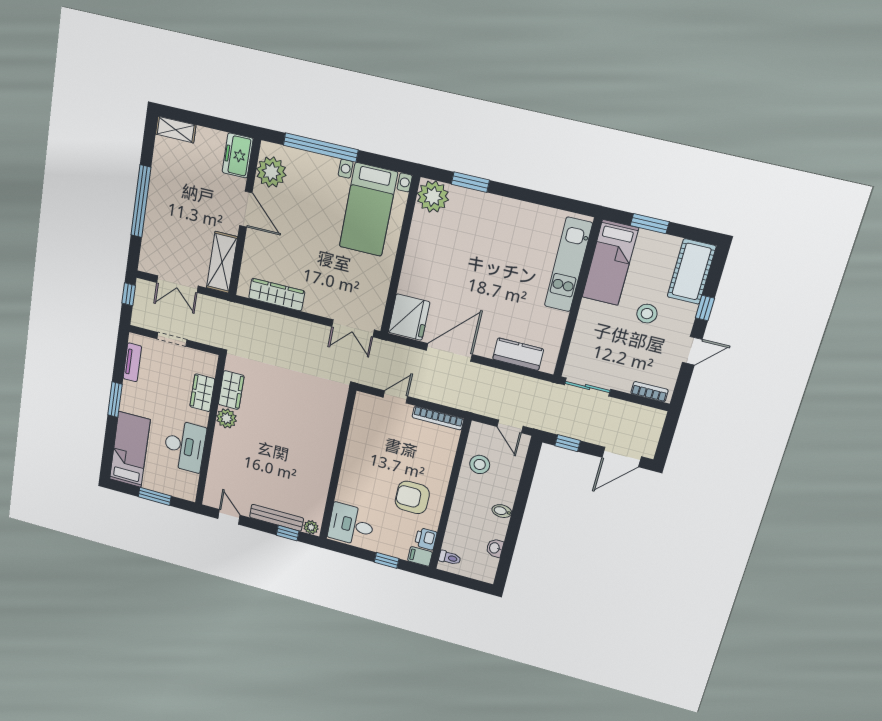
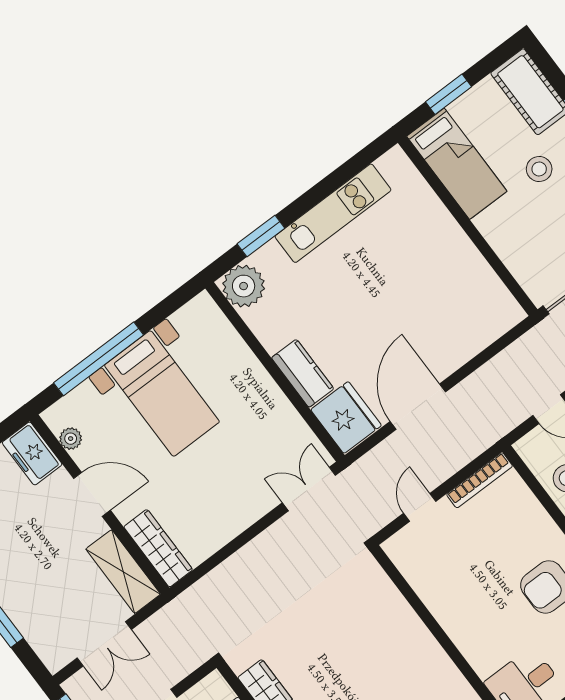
plant: (271, 172) -> (71, 439), width x0.53, depth x0.53
bed with nightstands: (368, 210) -> (162, 394), moved
kitchen unit: (568, 265) -> (333, 213), moved, turned -90
wardrobe: (277, 295) -> (158, 548), moved, turned 90
double door: (353, 328) -> (309, 489), swing flipped
kitchen counter: (518, 354) -> (303, 373), moved, turned 90

